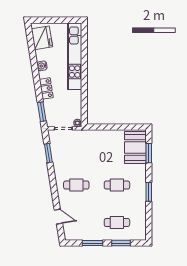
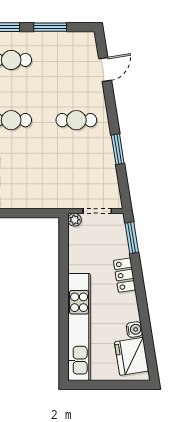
water cooler: (42, 66) -> (134, 330), moved
window: (48, 153) -> (118, 149), moved
door: (58, 217) -> (105, 69), swing flipped

